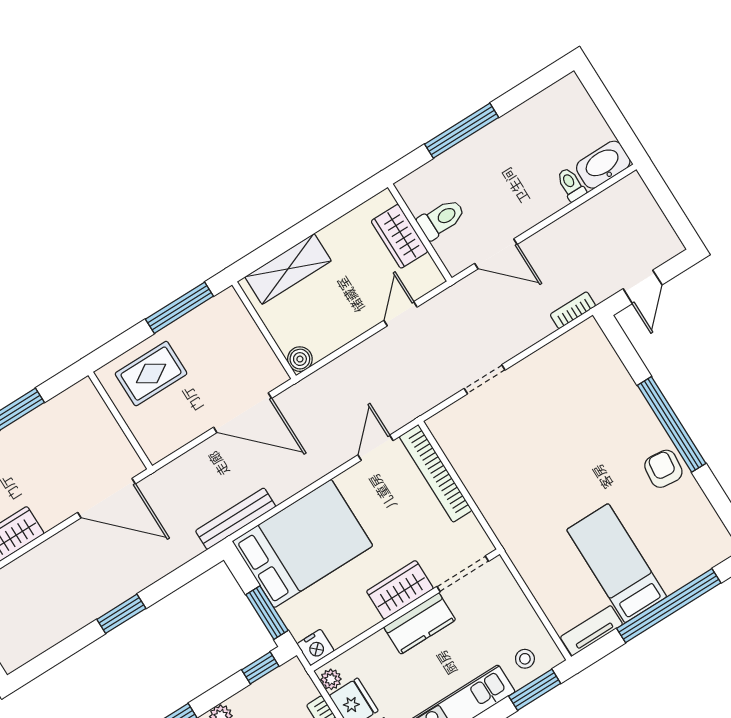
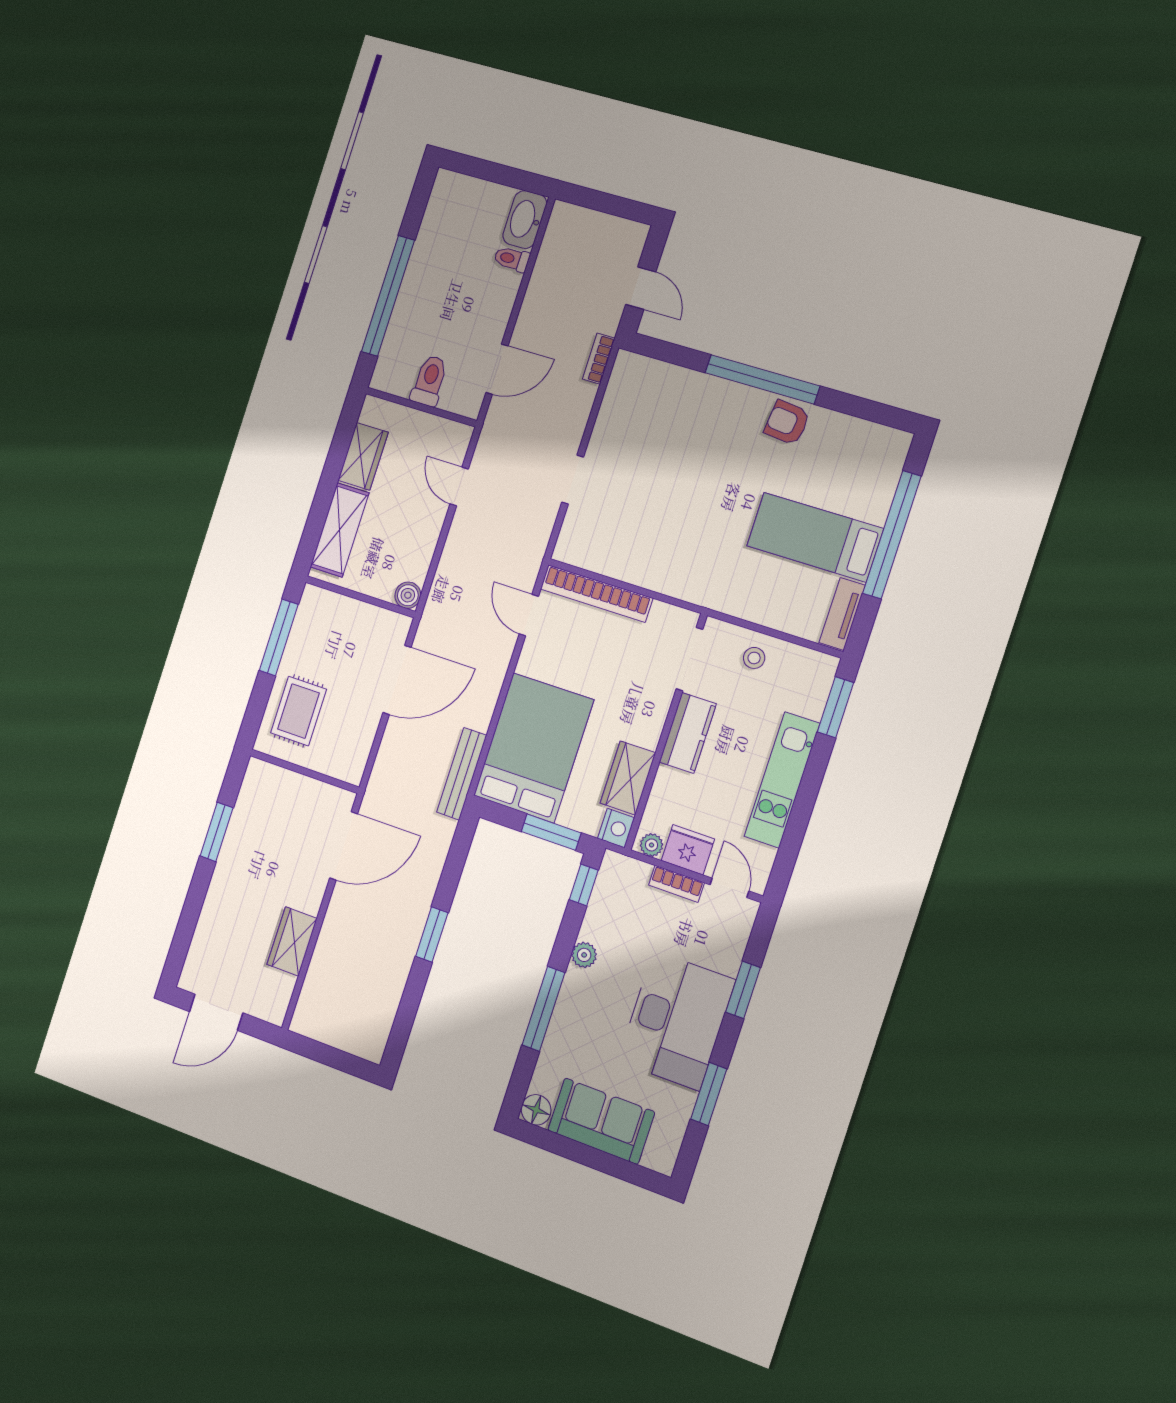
window: (462, 131) -> (388, 296), width x1.46
wardrobe: (399, 236) -> (363, 456), moved, turned -90
wardrobe: (400, 590) -> (628, 778), moved
stool: (525, 659) -> (754, 658), moved

